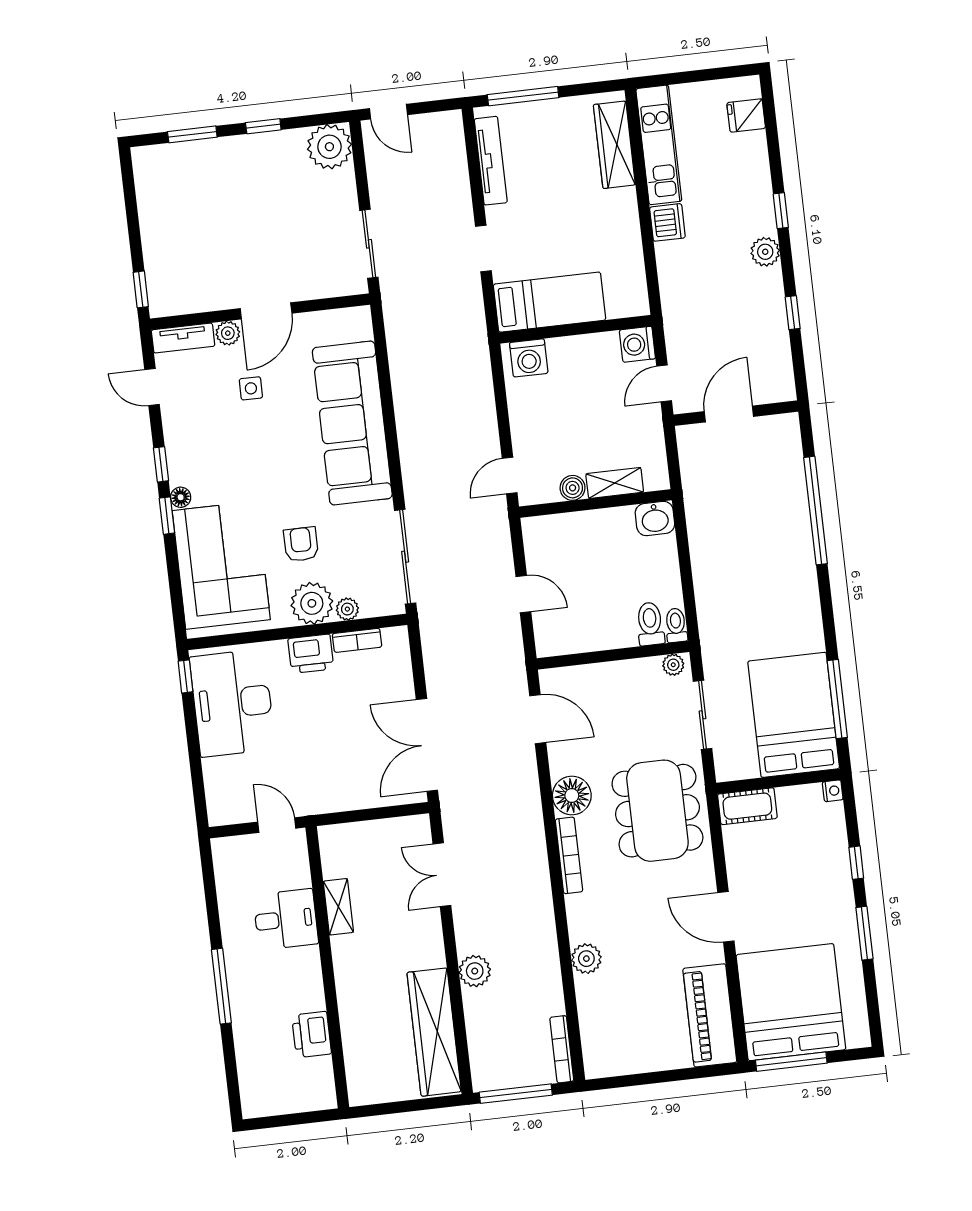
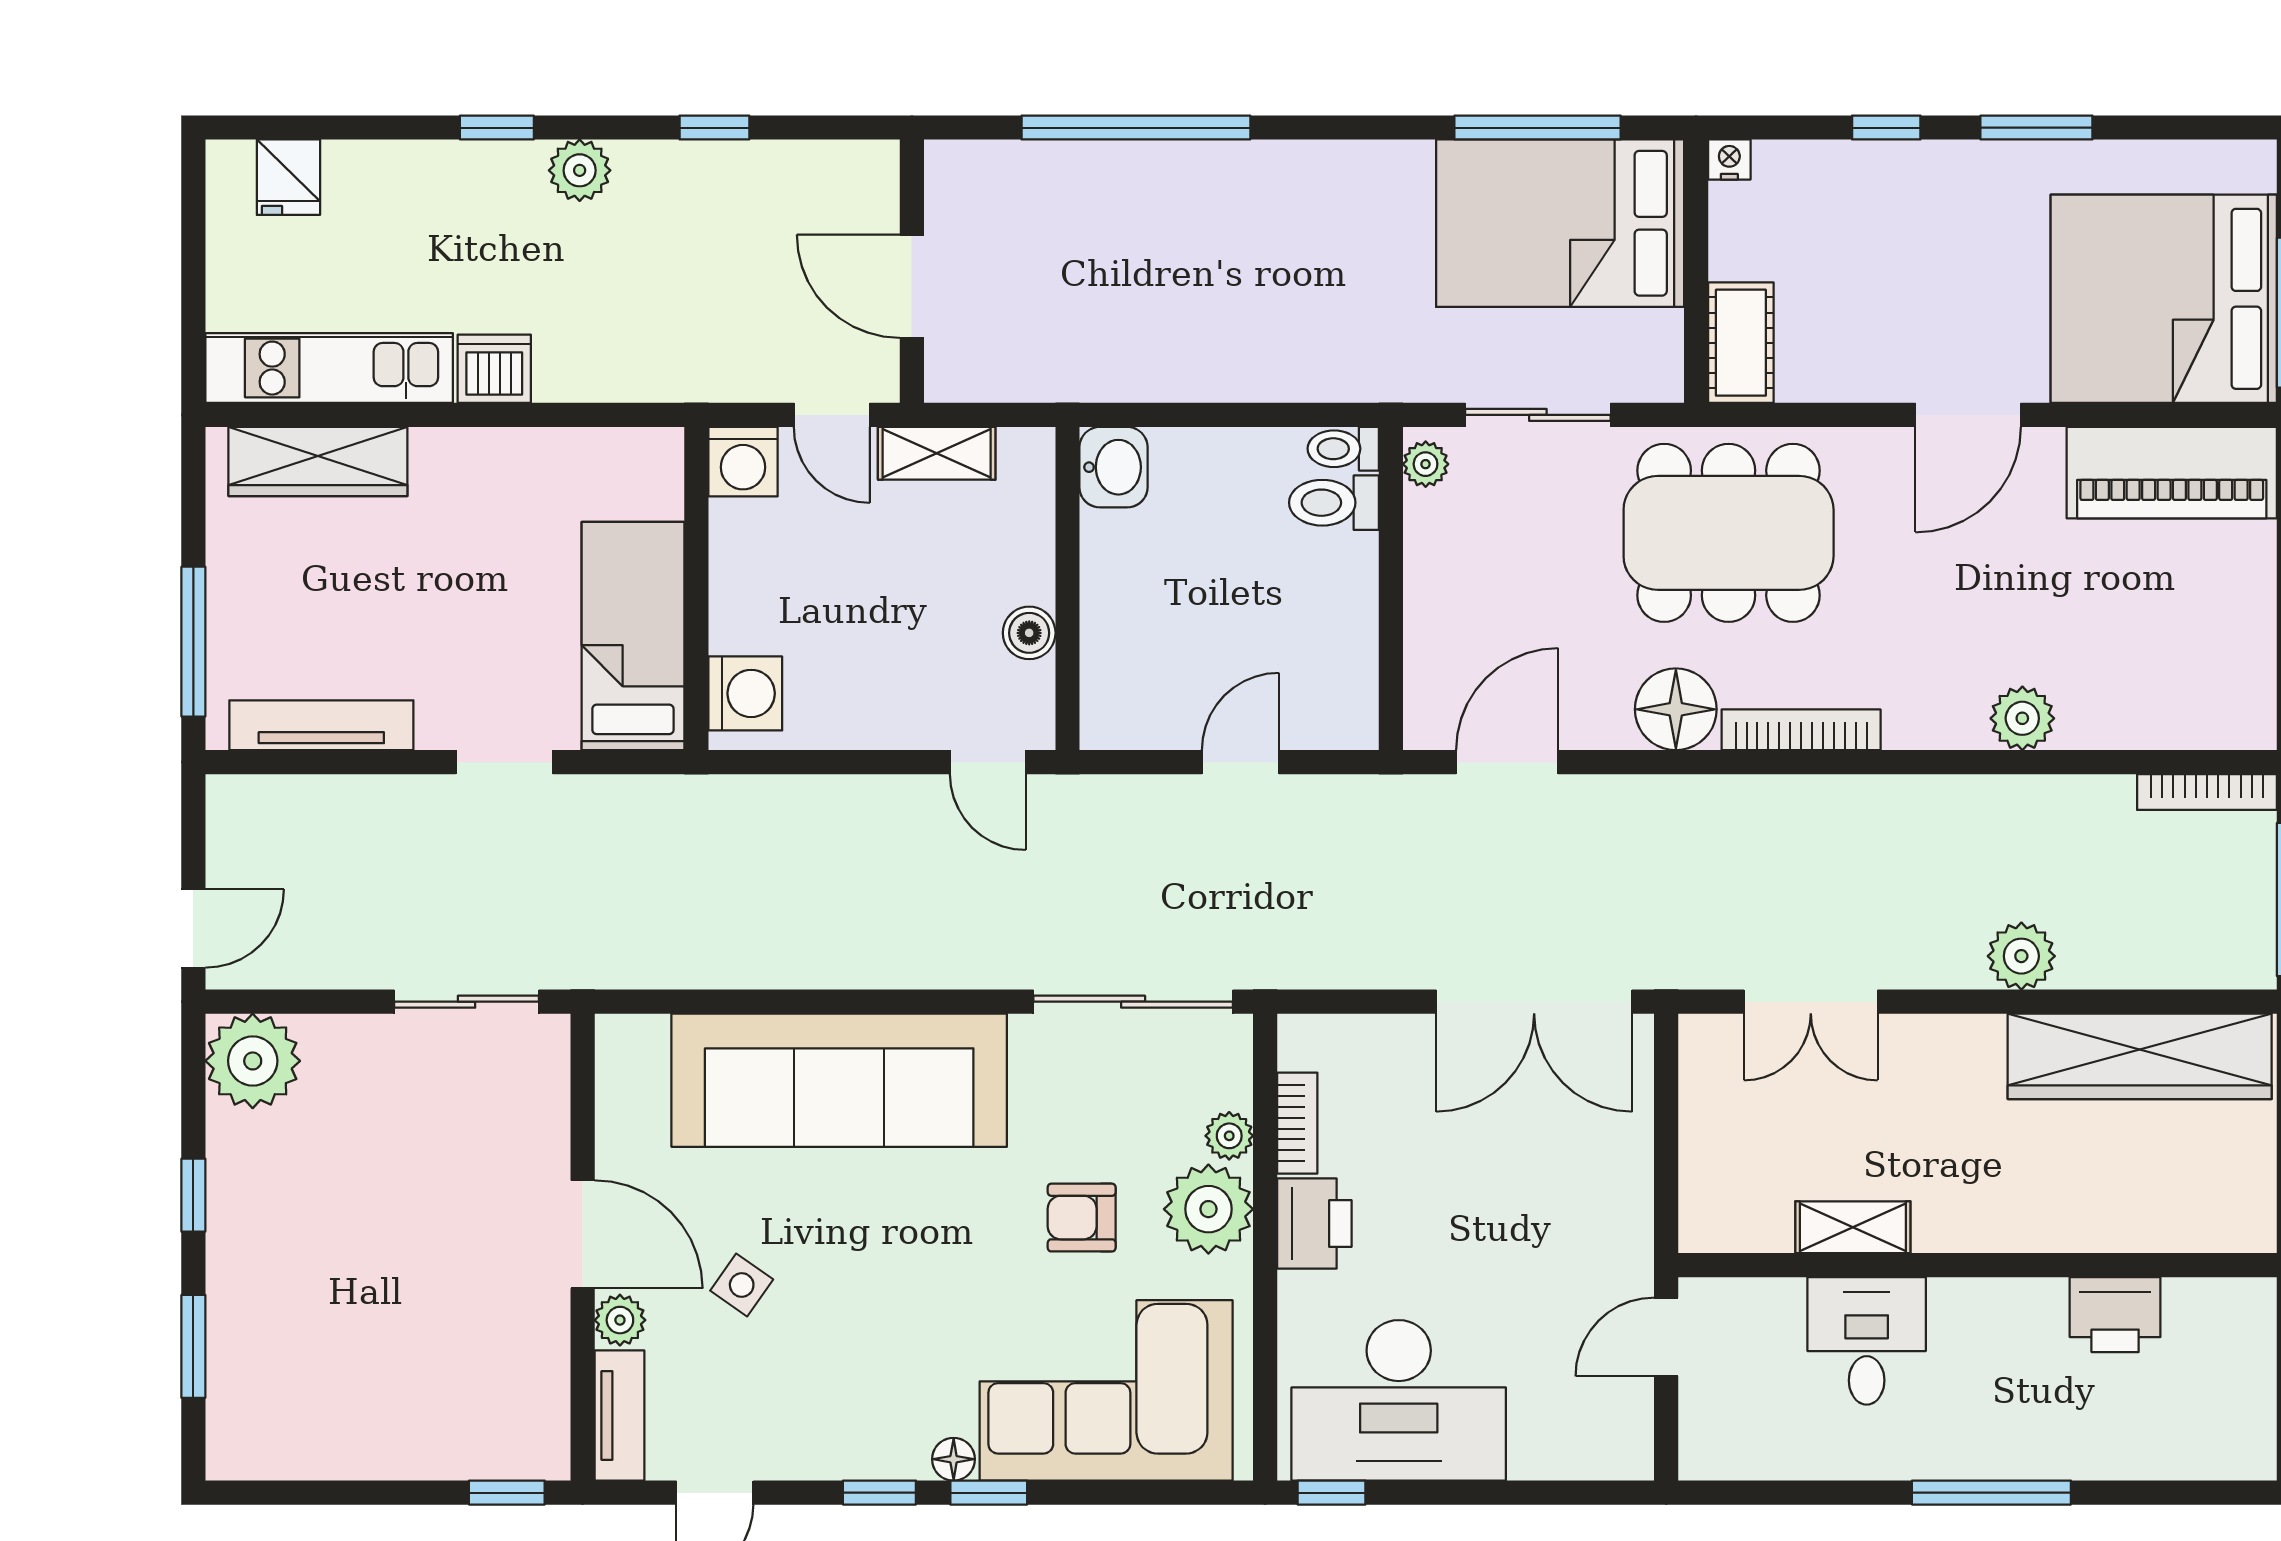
side table: (251, 388) -> (742, 1285), turned 35
shelving: (615, 483) -> (937, 453), moved, turned 90

